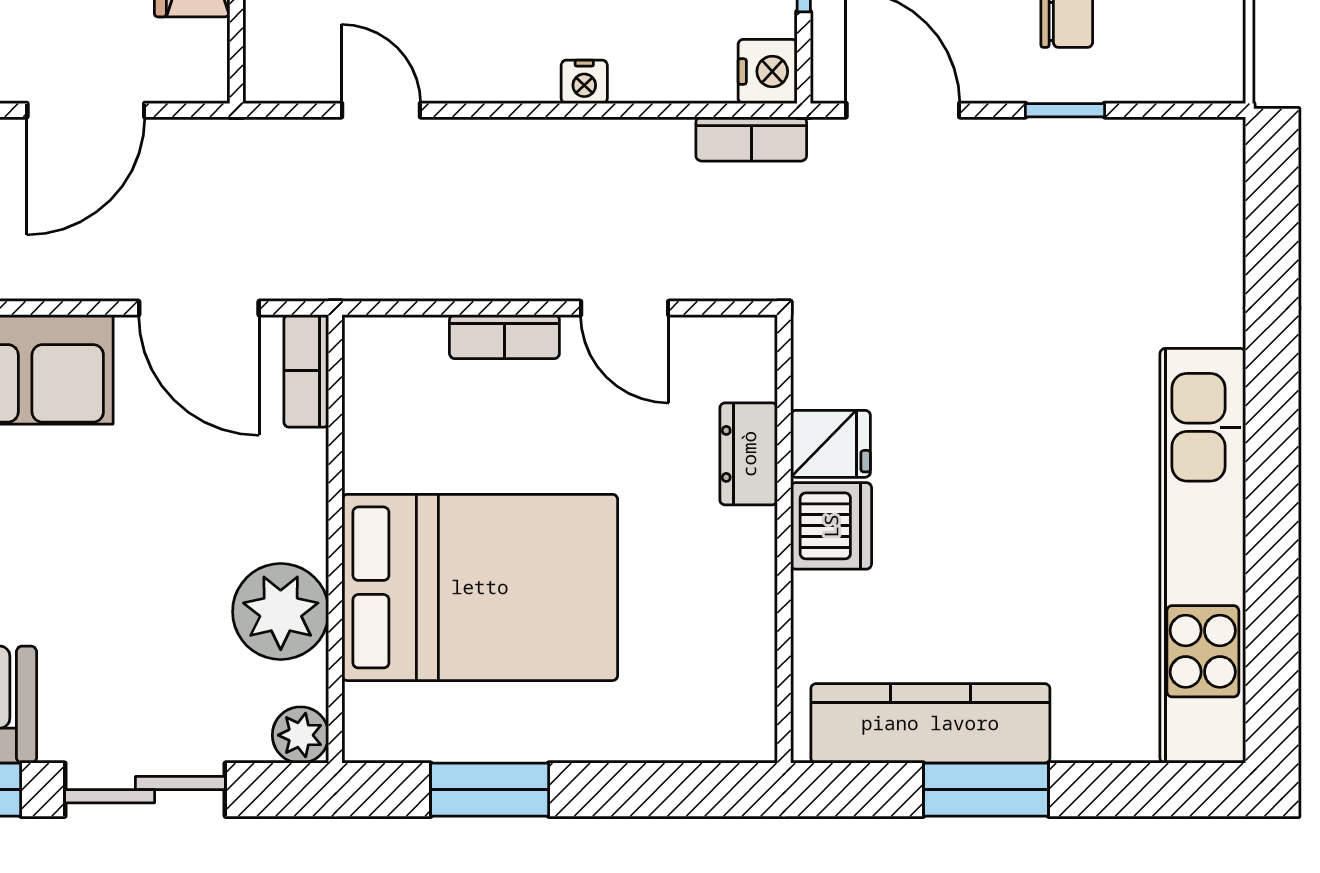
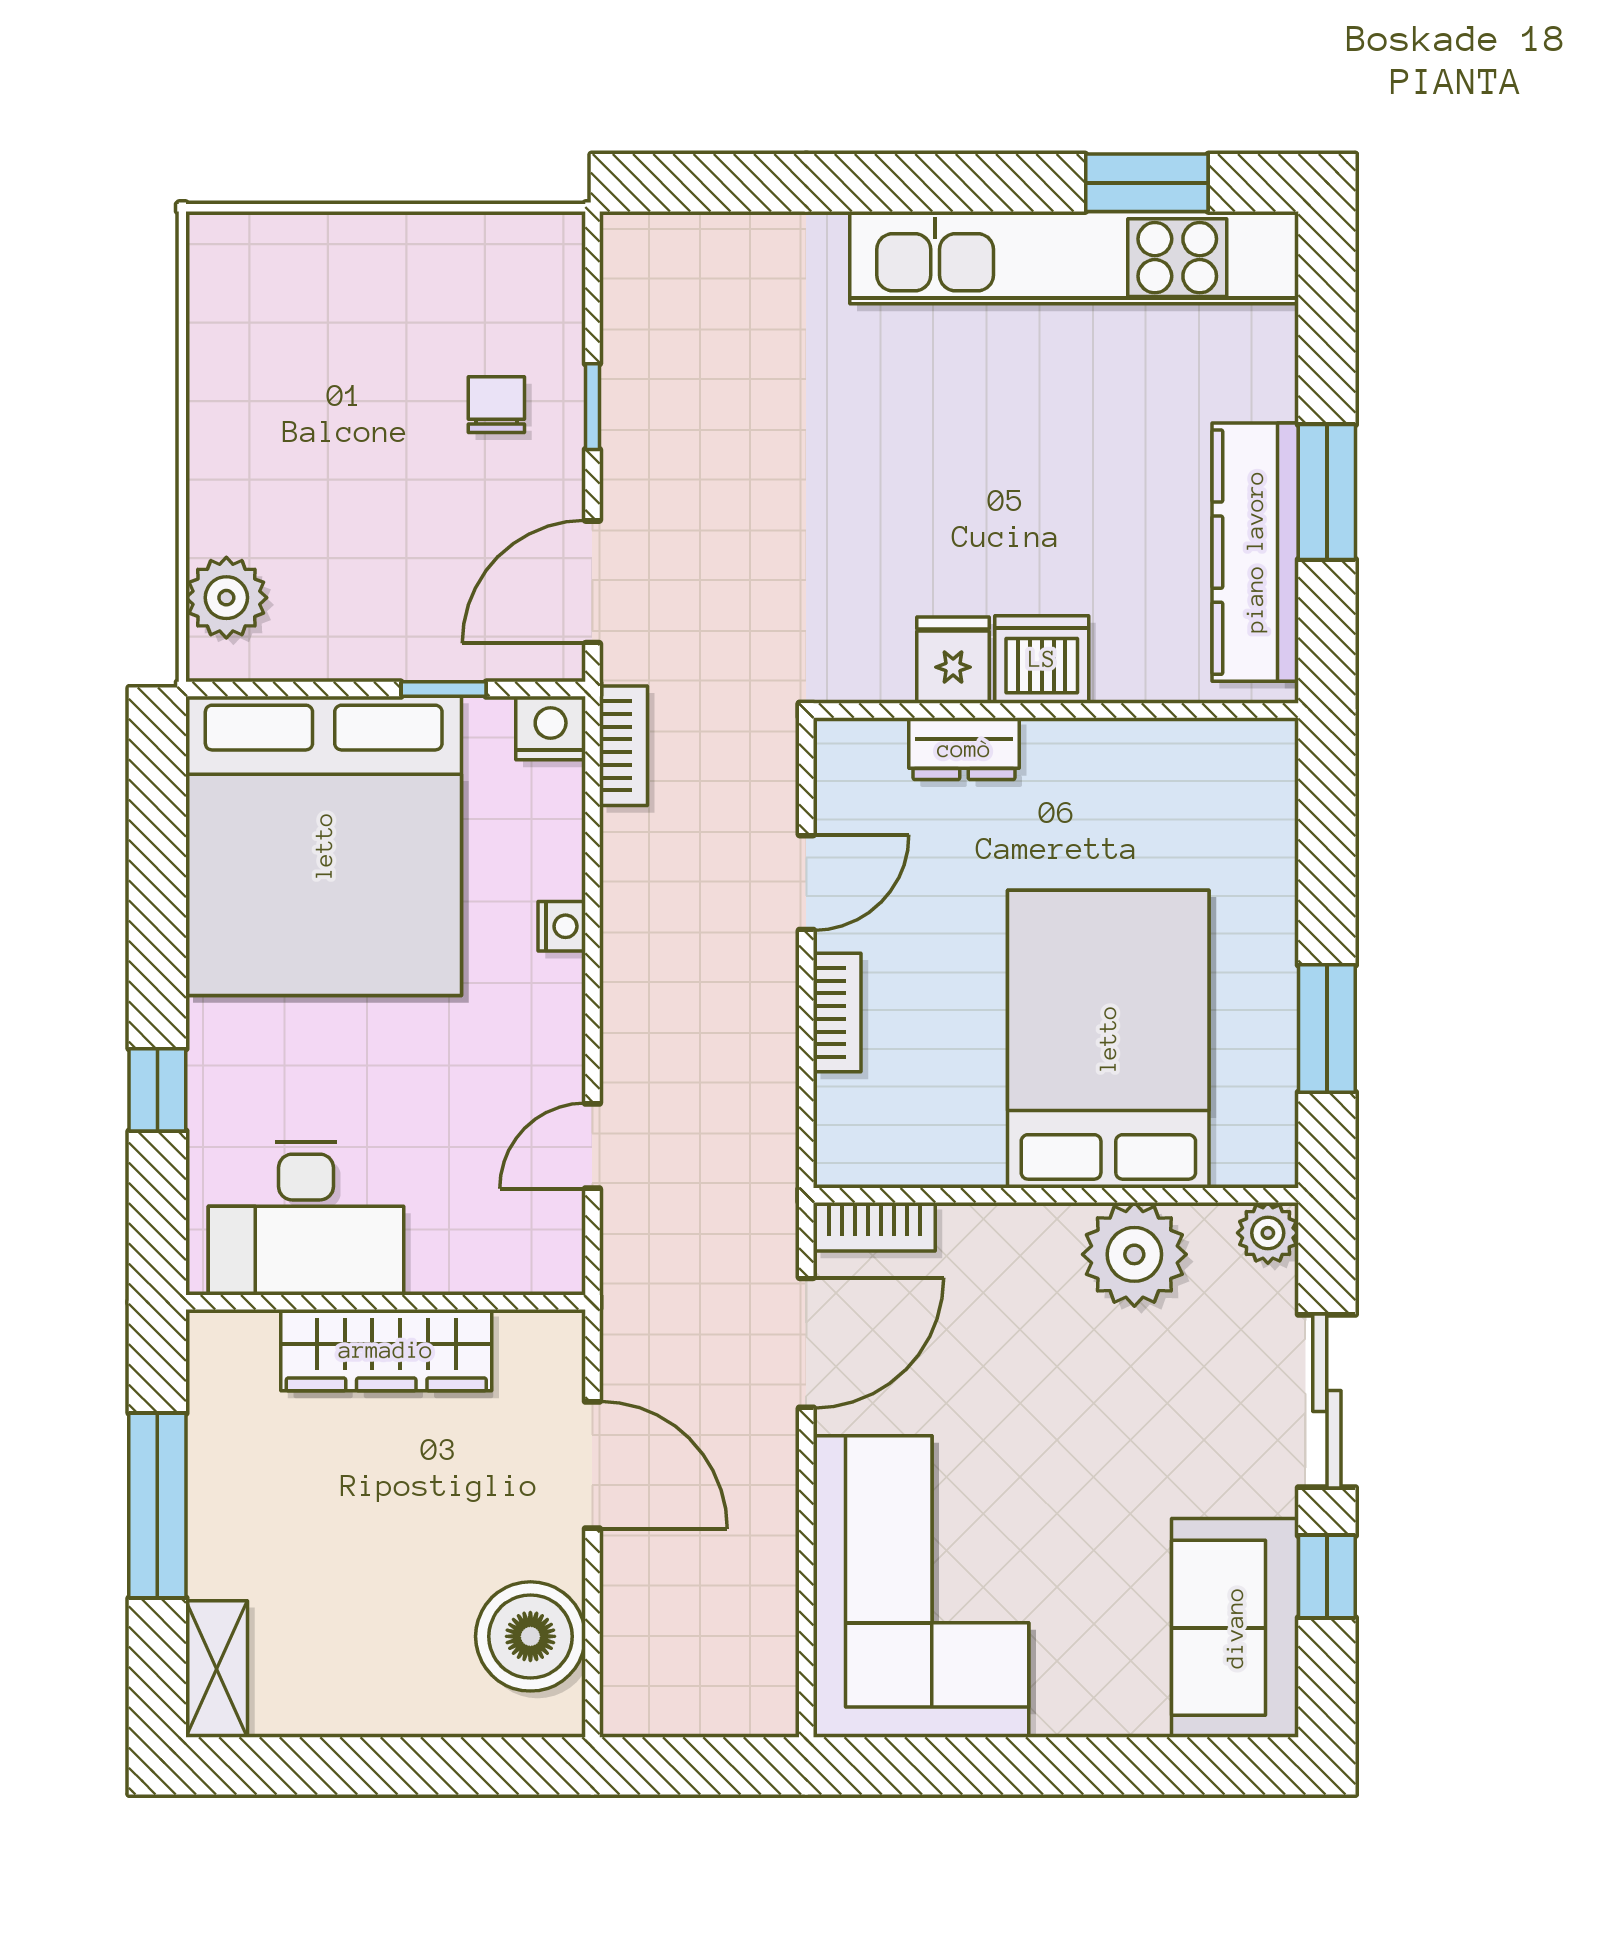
window: (1272, 623) -> (1147, 183), added

